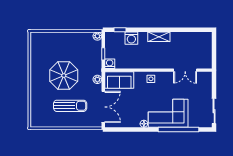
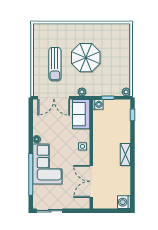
washing machine: (131, 38) -> (124, 202), moved
double door: (185, 70) -> (91, 181), width x1.37

